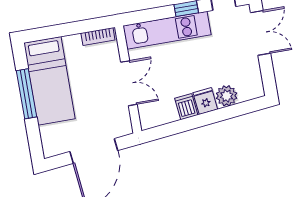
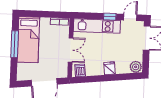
plant: (227, 96) -> (136, 67), moved
dishwasher: (186, 107) -> (80, 70), moved

